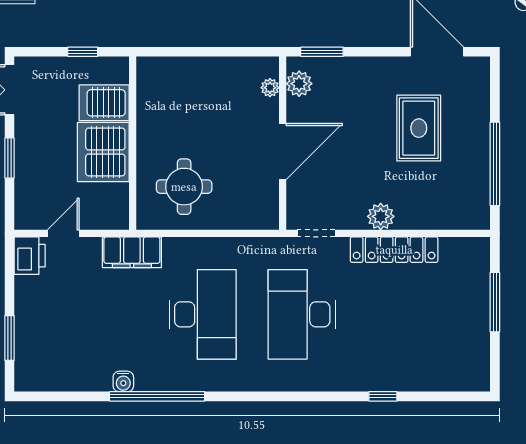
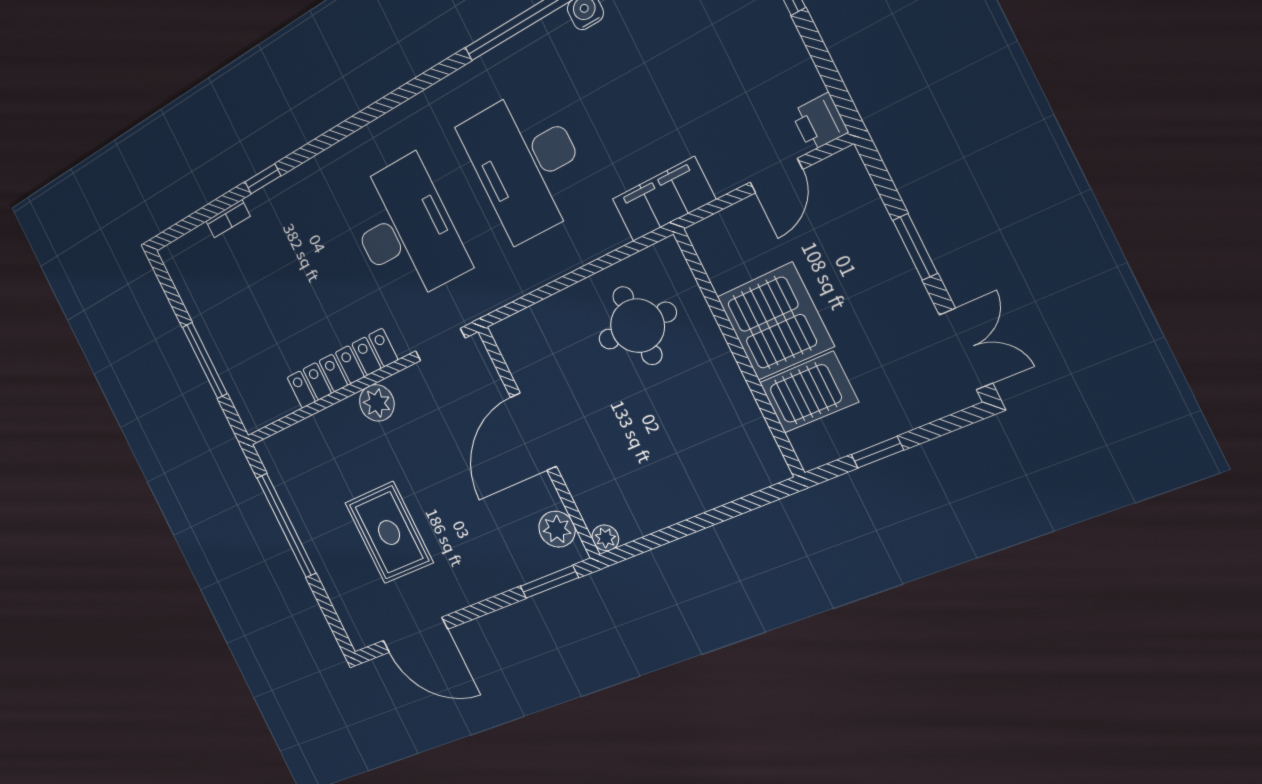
plant: (270, 88) -> (605, 538), moved
printer: (30, 256) -> (820, 122), width x0.73, depth x0.81
bookcase: (423, 385) -> (228, 219), added

